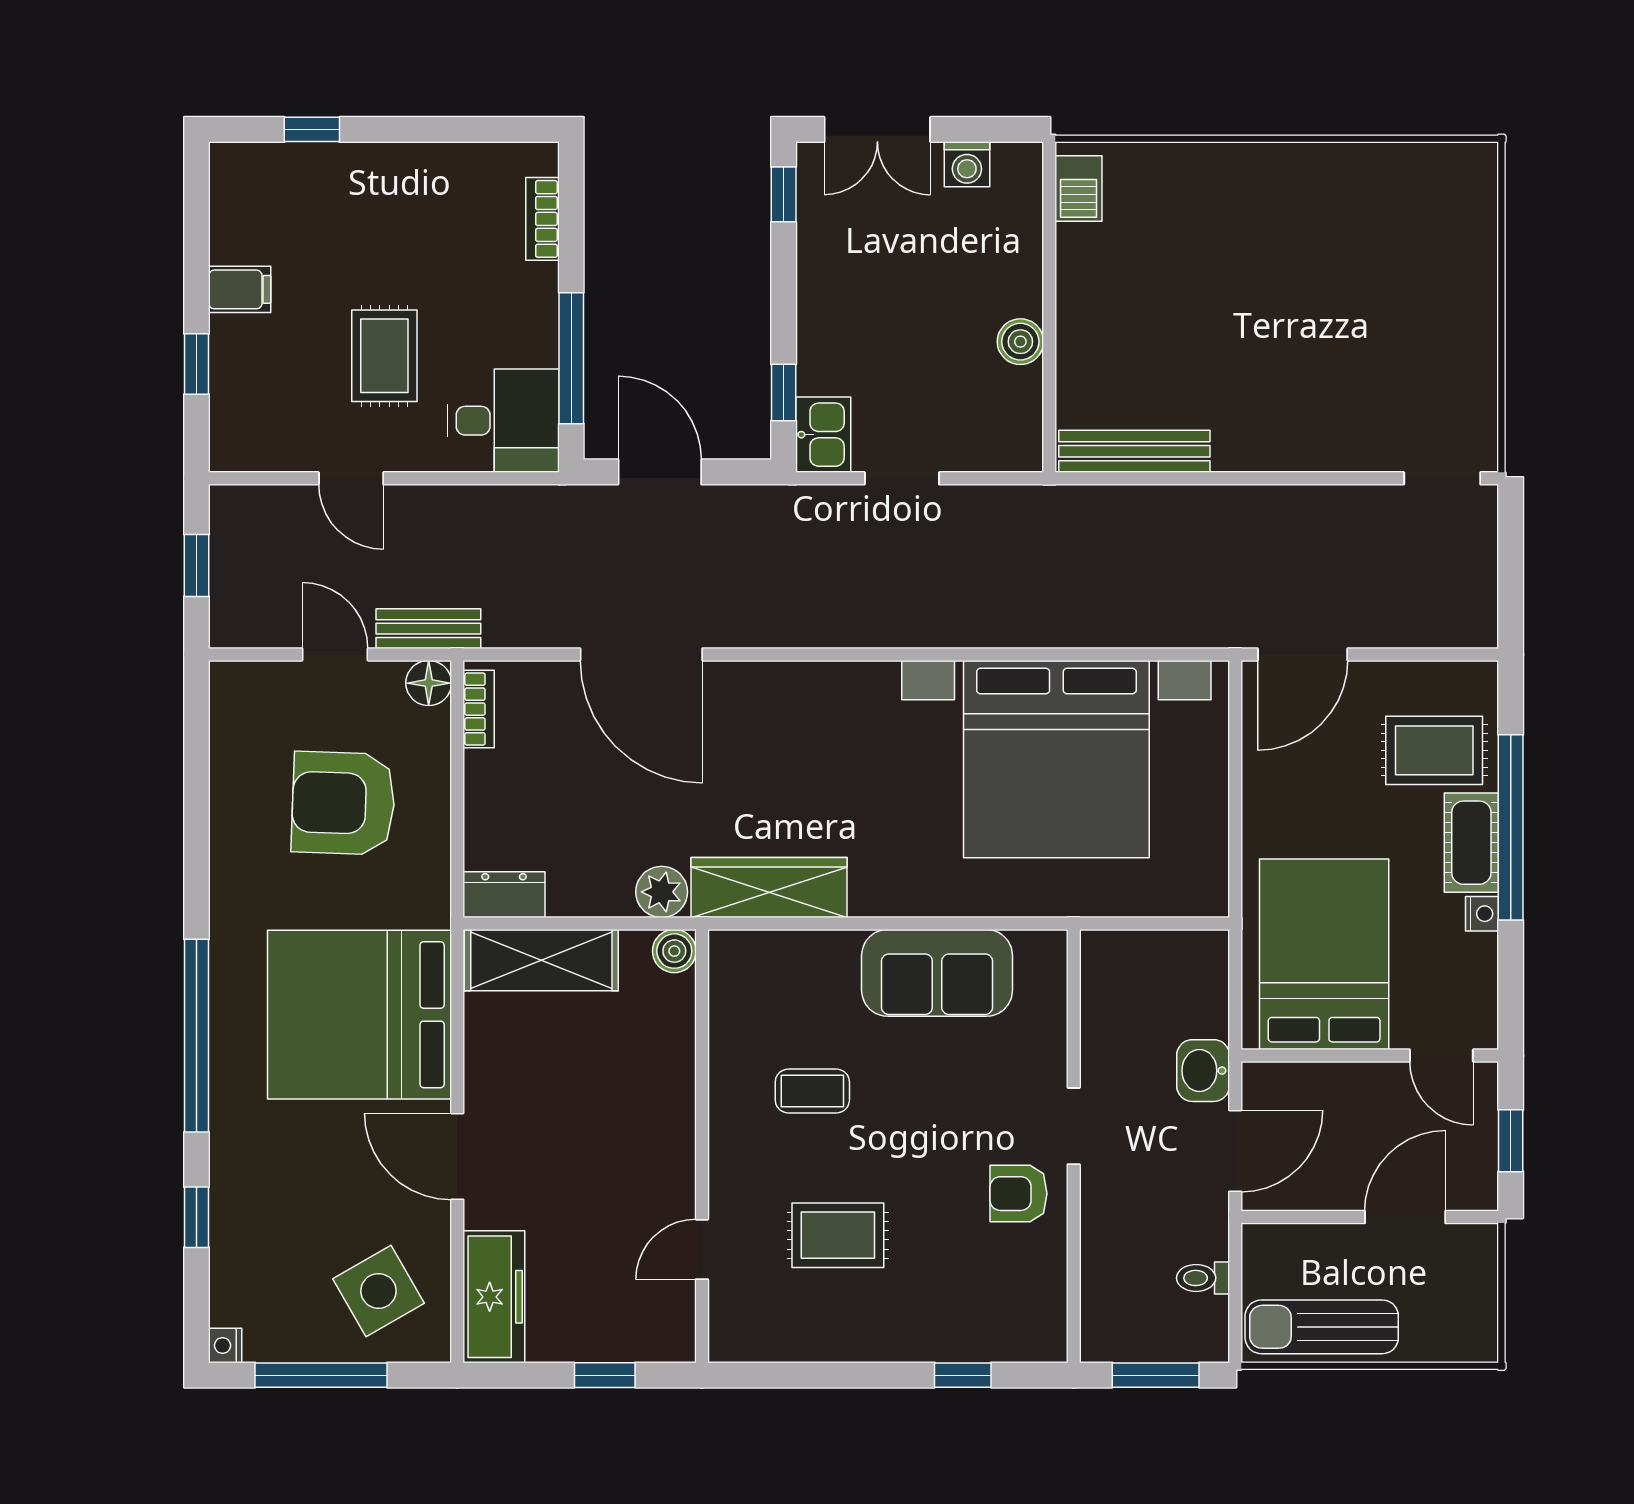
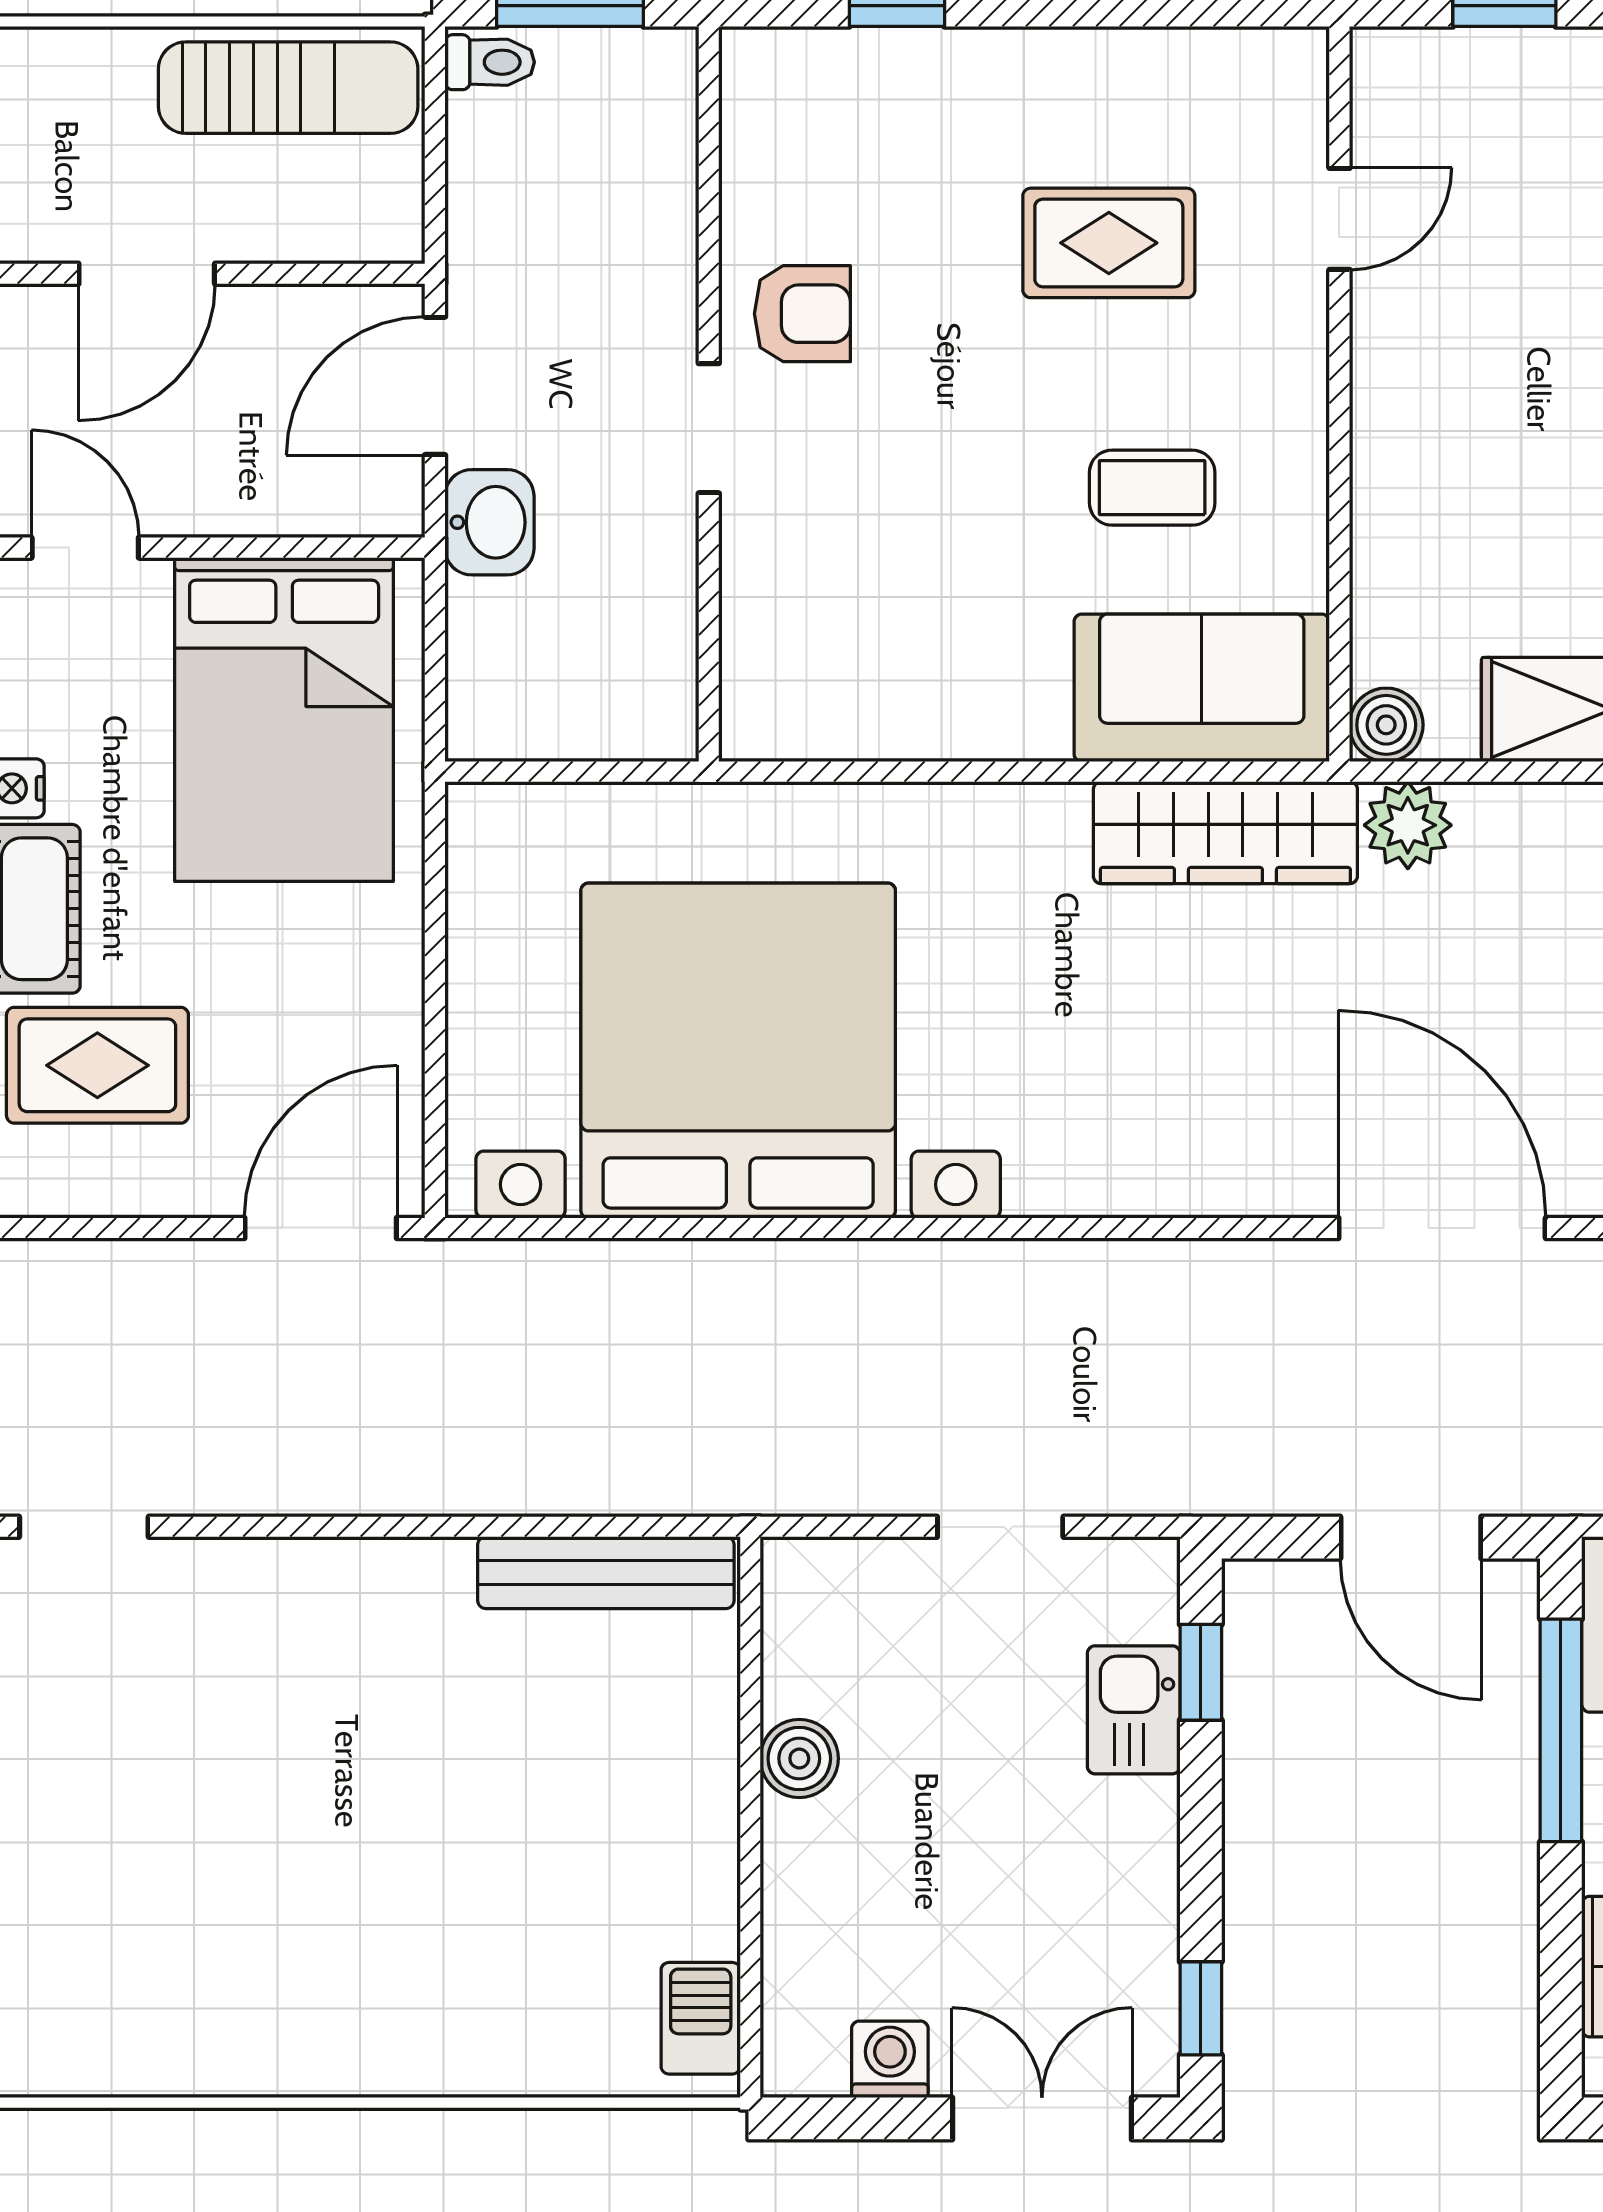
kitchen sink: (823, 435) -> (1134, 1710), moved
sofa: (937, 973) -> (1202, 688), moved
toilet: (1203, 1278) -> (490, 62), moved

